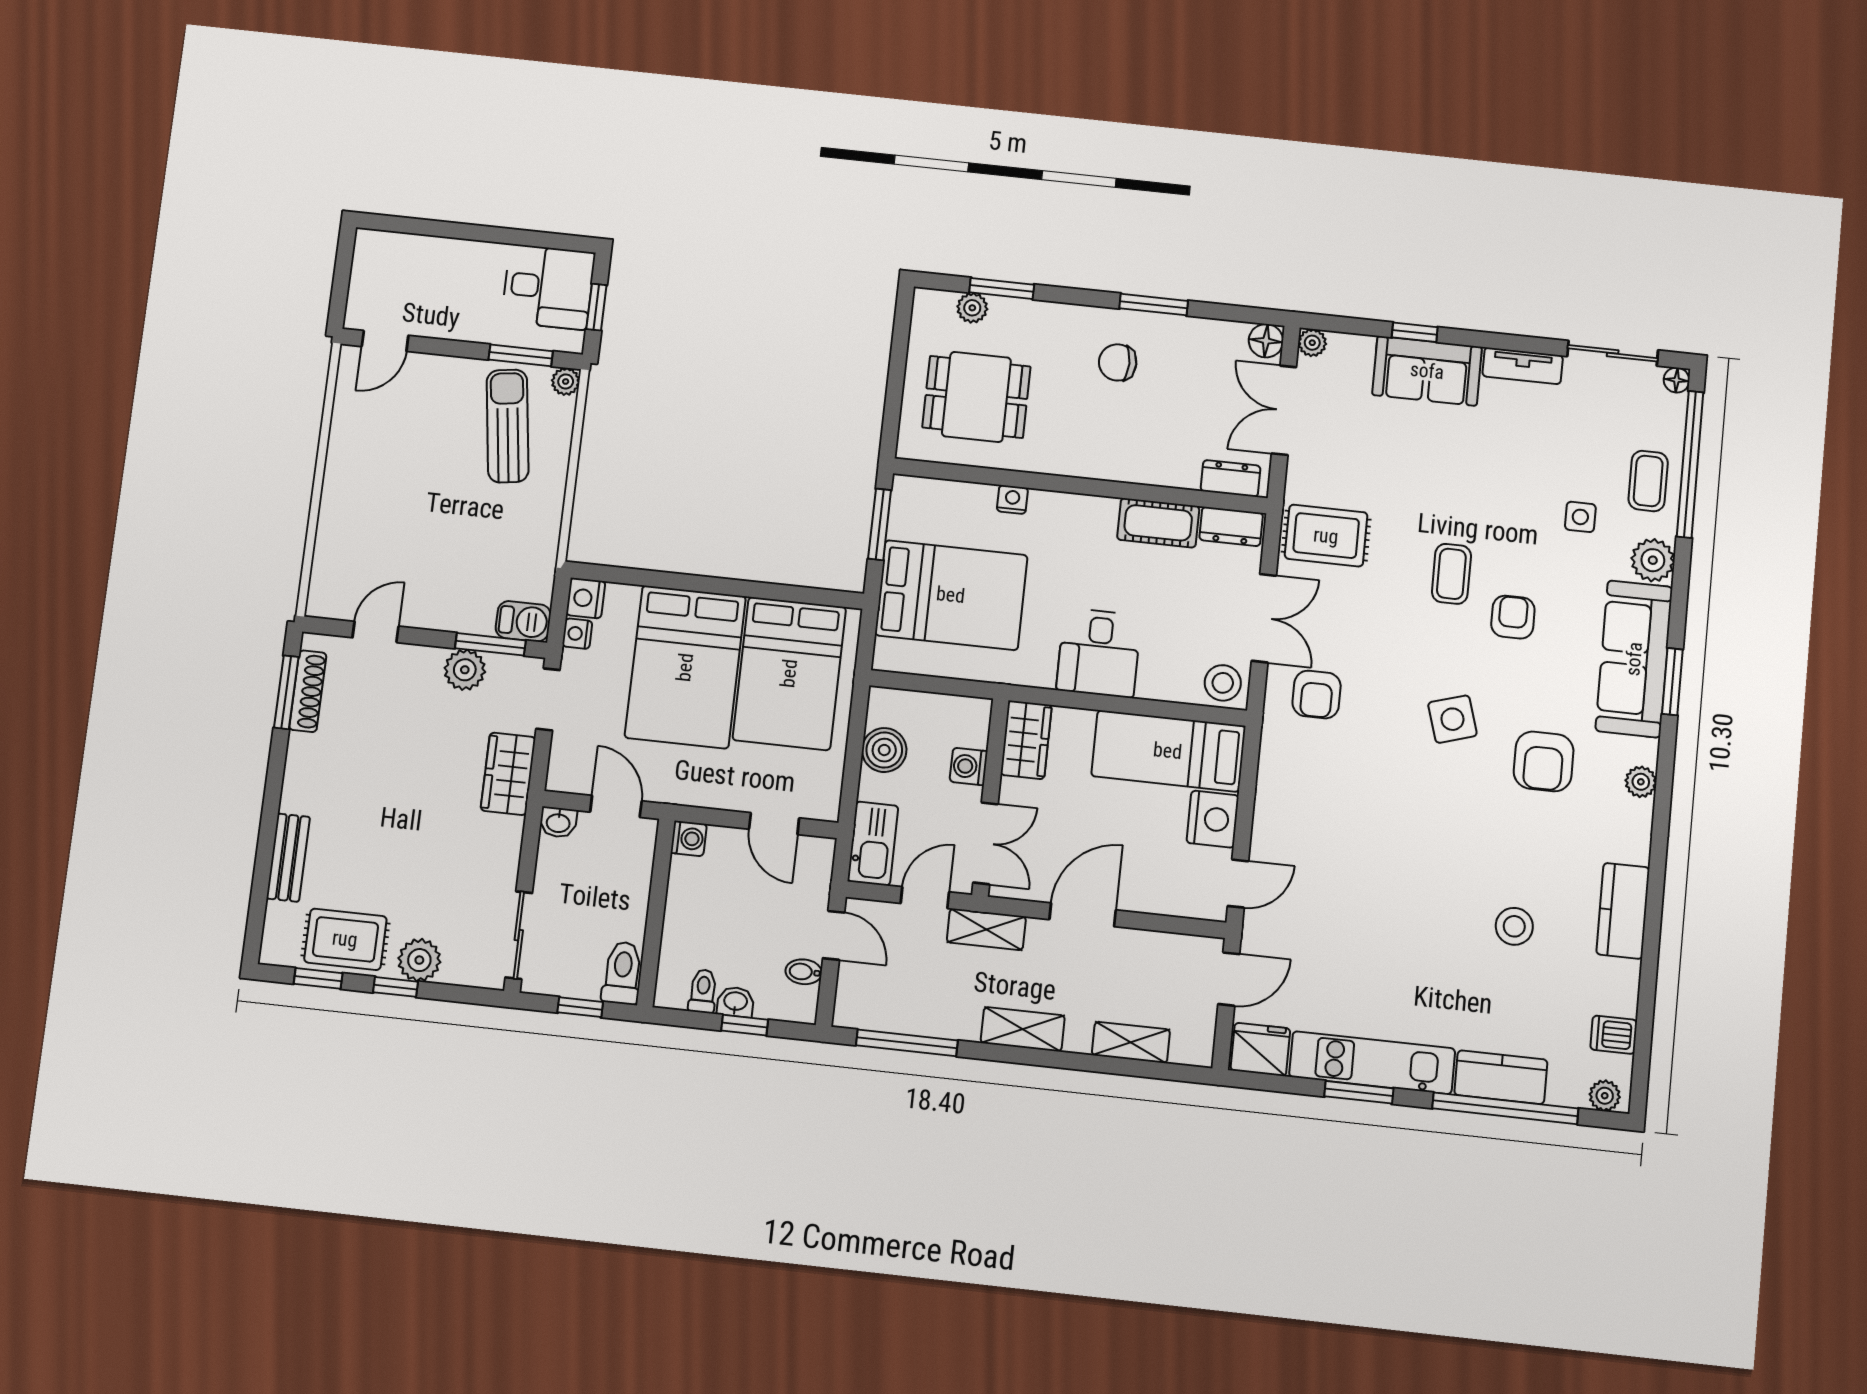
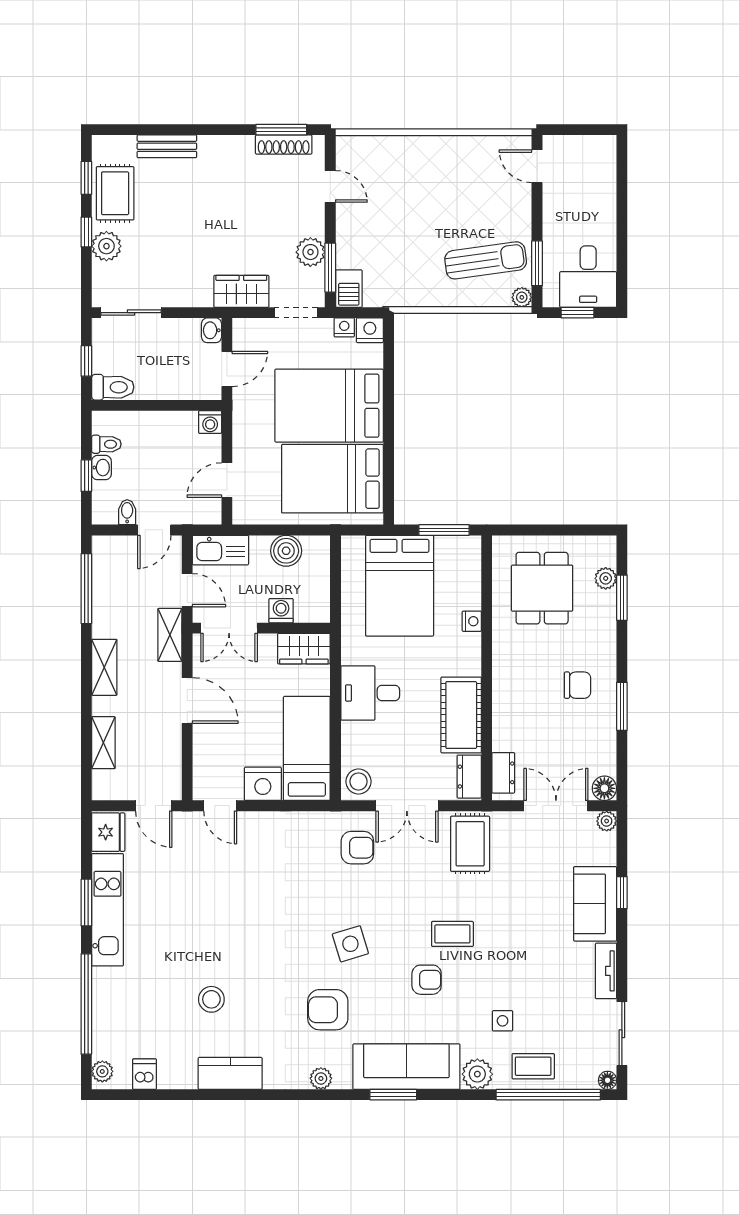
chair: (1118, 362) -> (578, 685), turned 90
cot: (1158, 523) -> (461, 715), width x1.37, depth x1.34
armchair: (1317, 695) -> (357, 848), turned 180
kitchen counter: (1501, 1077) -> (107, 999), removed

